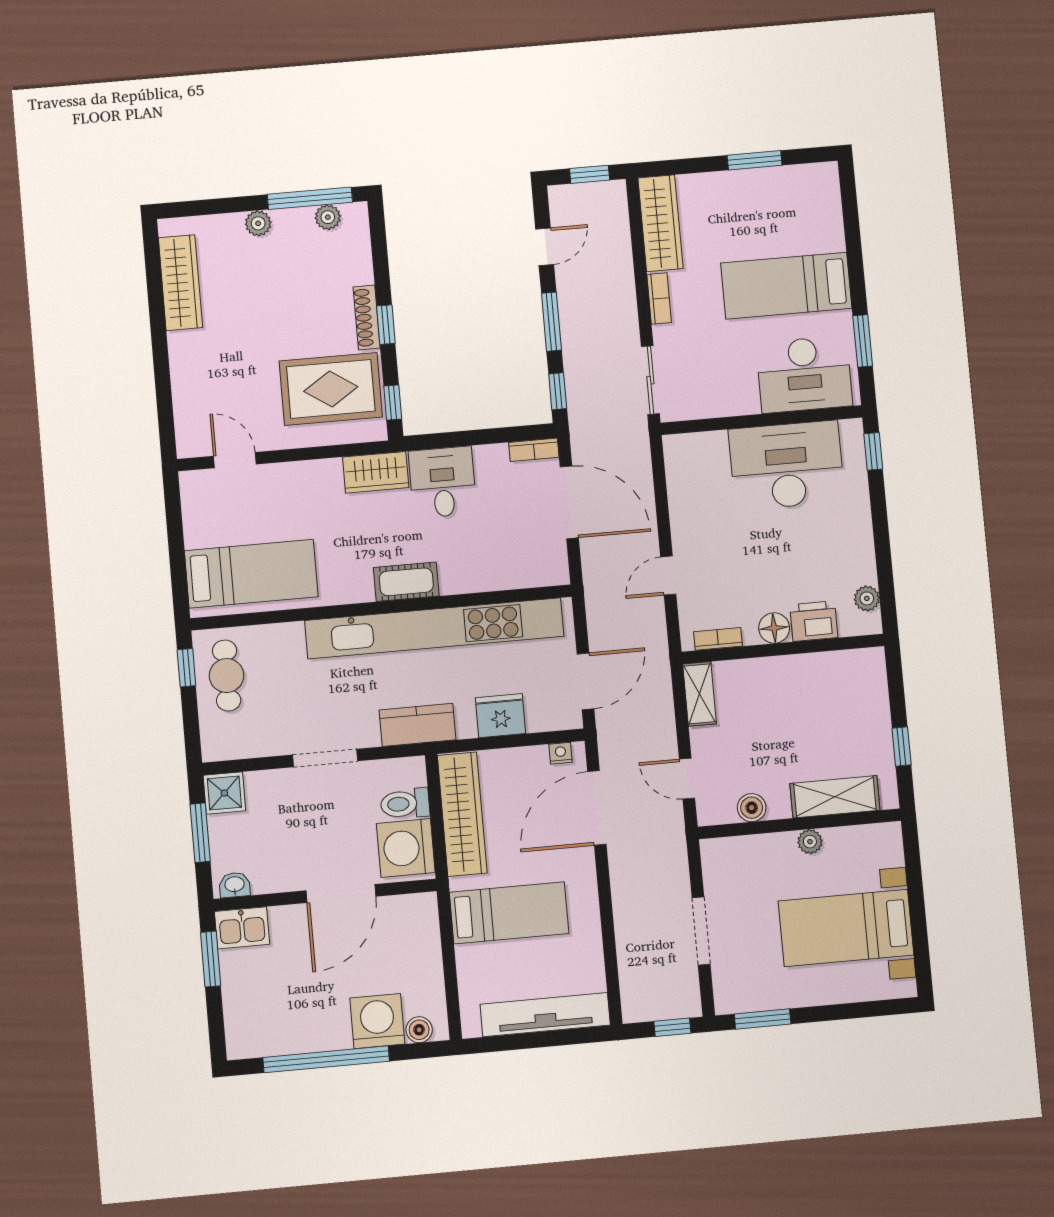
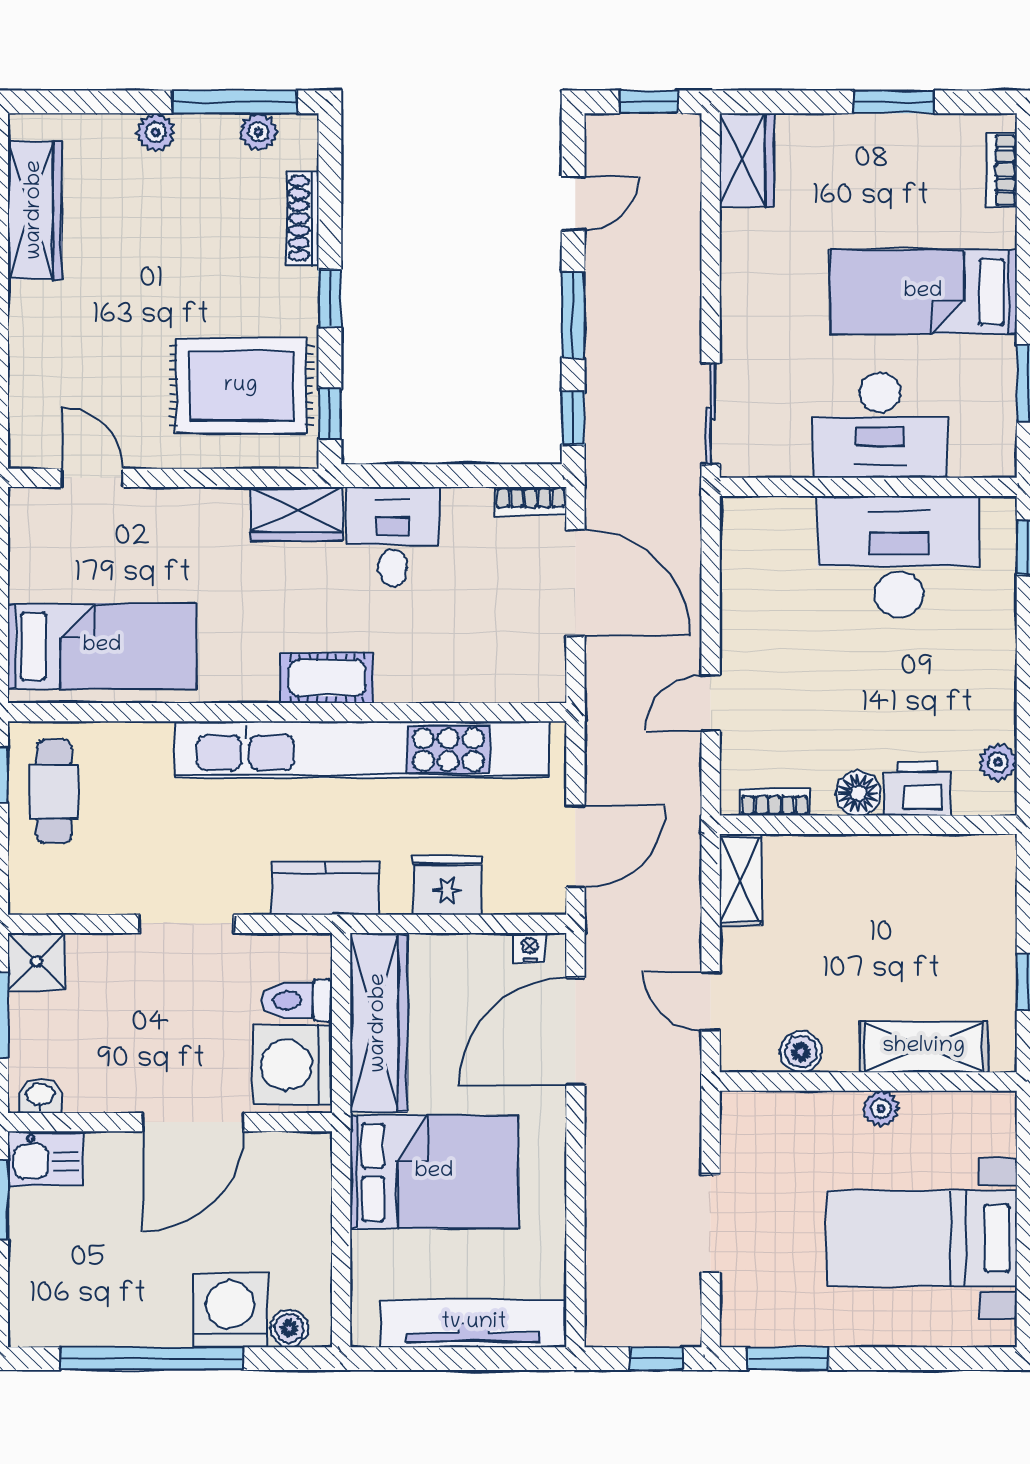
wardrobe: (661, 223) -> (747, 160), width x0.67
bookcase: (659, 298) -> (1002, 170), moved, turned 180
shoe rack: (367, 317) -> (303, 218), moved
desk: (804, 374) -> (880, 425), moved
bed: (509, 913) -> (434, 1172), width x1.50

